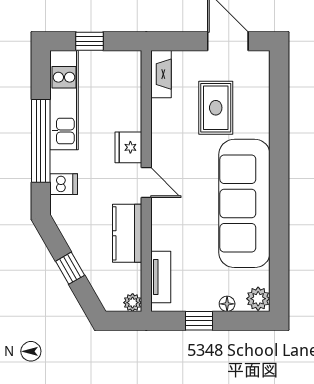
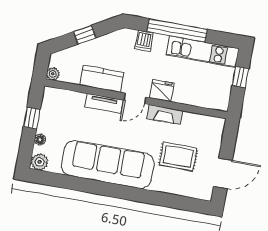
fireplace: (161, 74) -> (165, 115), moved
tv unit: (161, 277) -> (104, 103), moved

